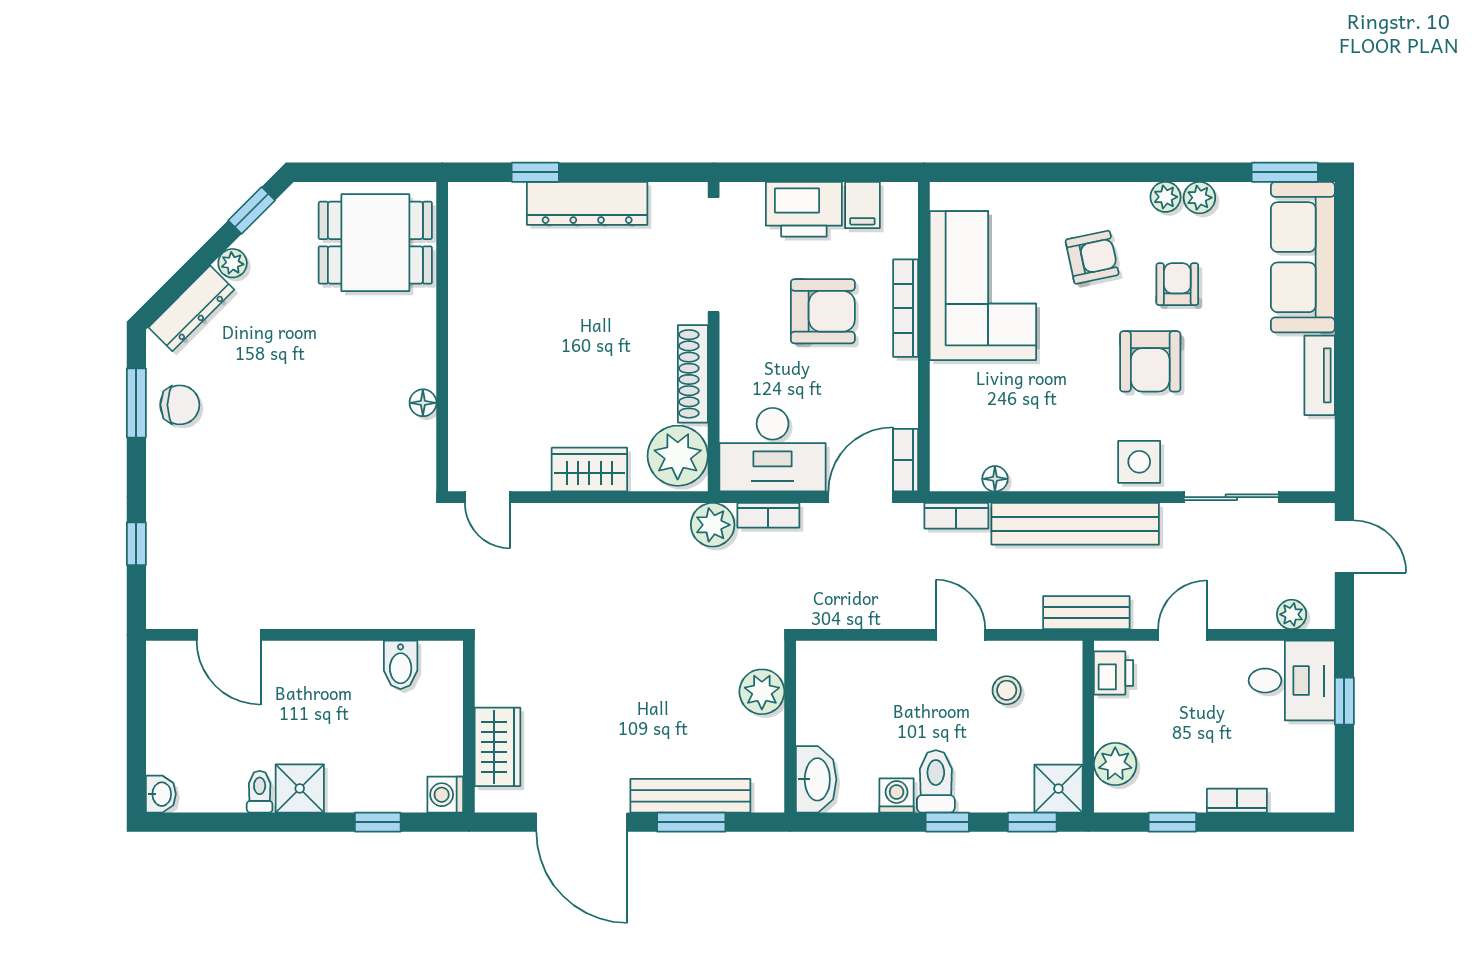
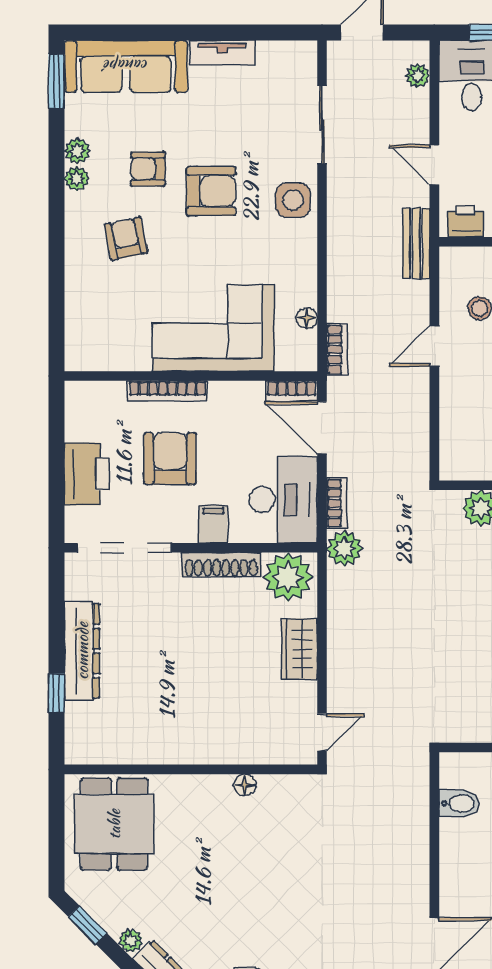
filing cabinet: (862, 205) -> (213, 524), moved, turned -90
corner sofa: (983, 286) -> (213, 328), moved
bench: (1075, 524) -> (344, 252), removed

